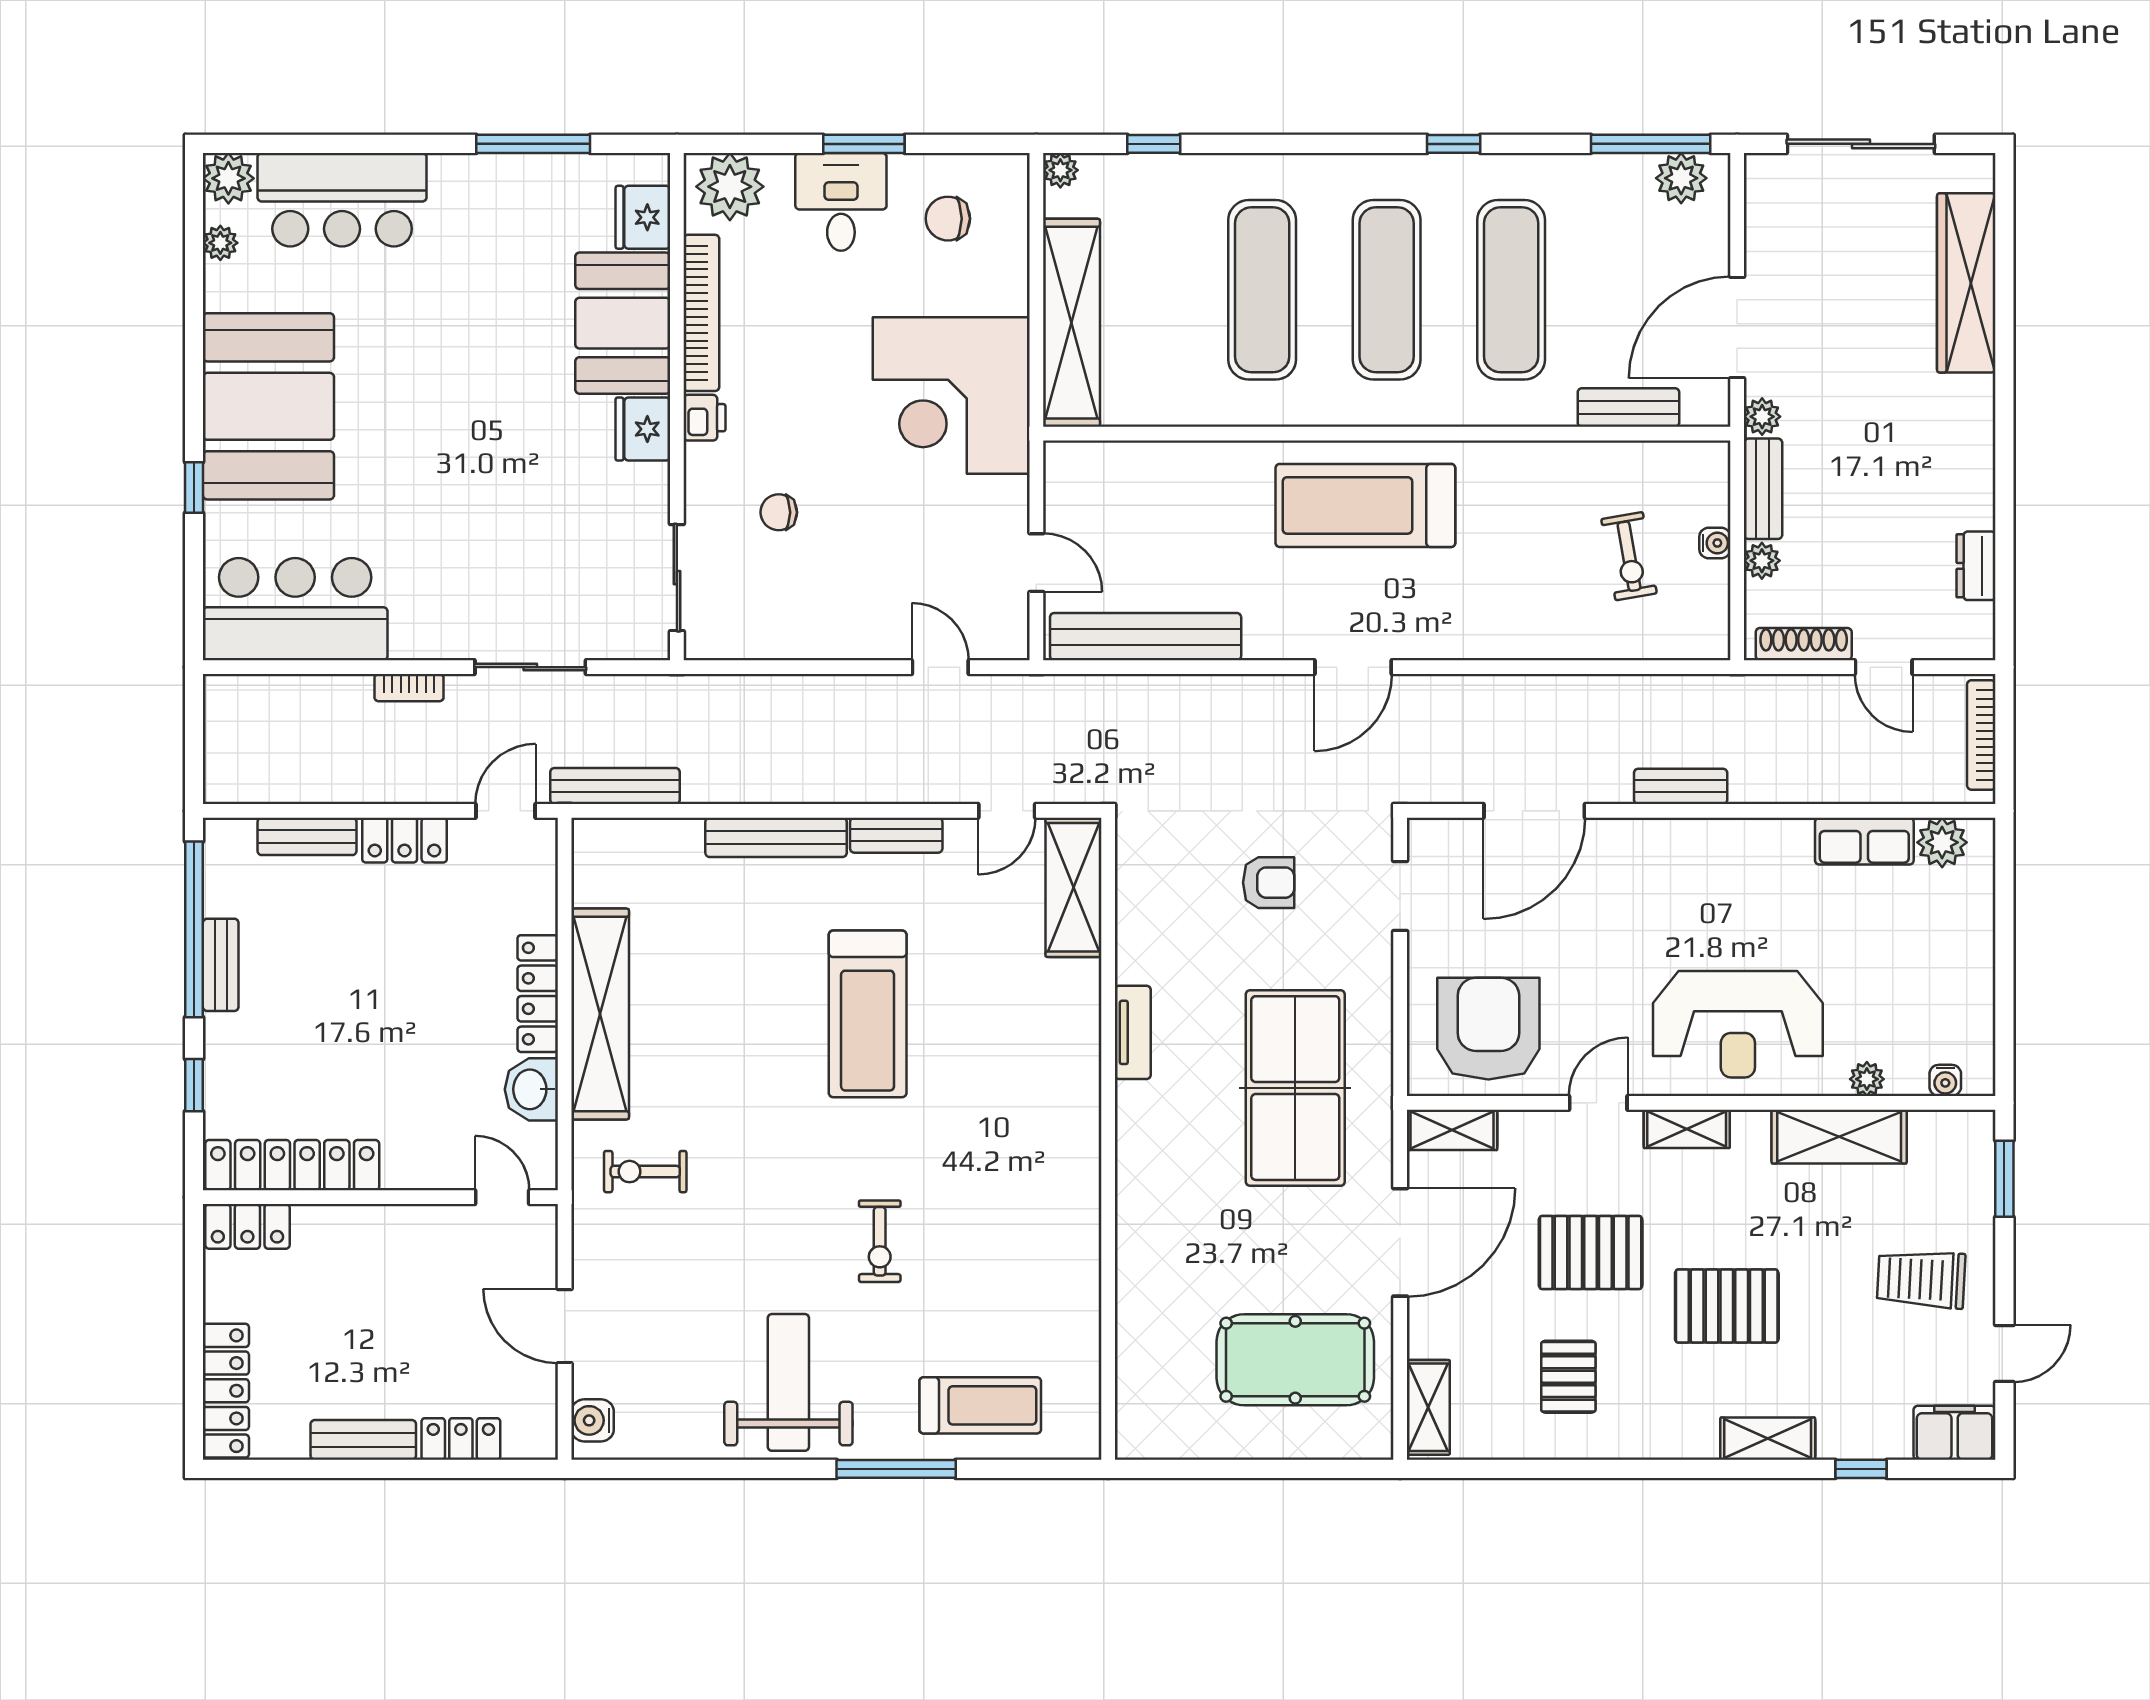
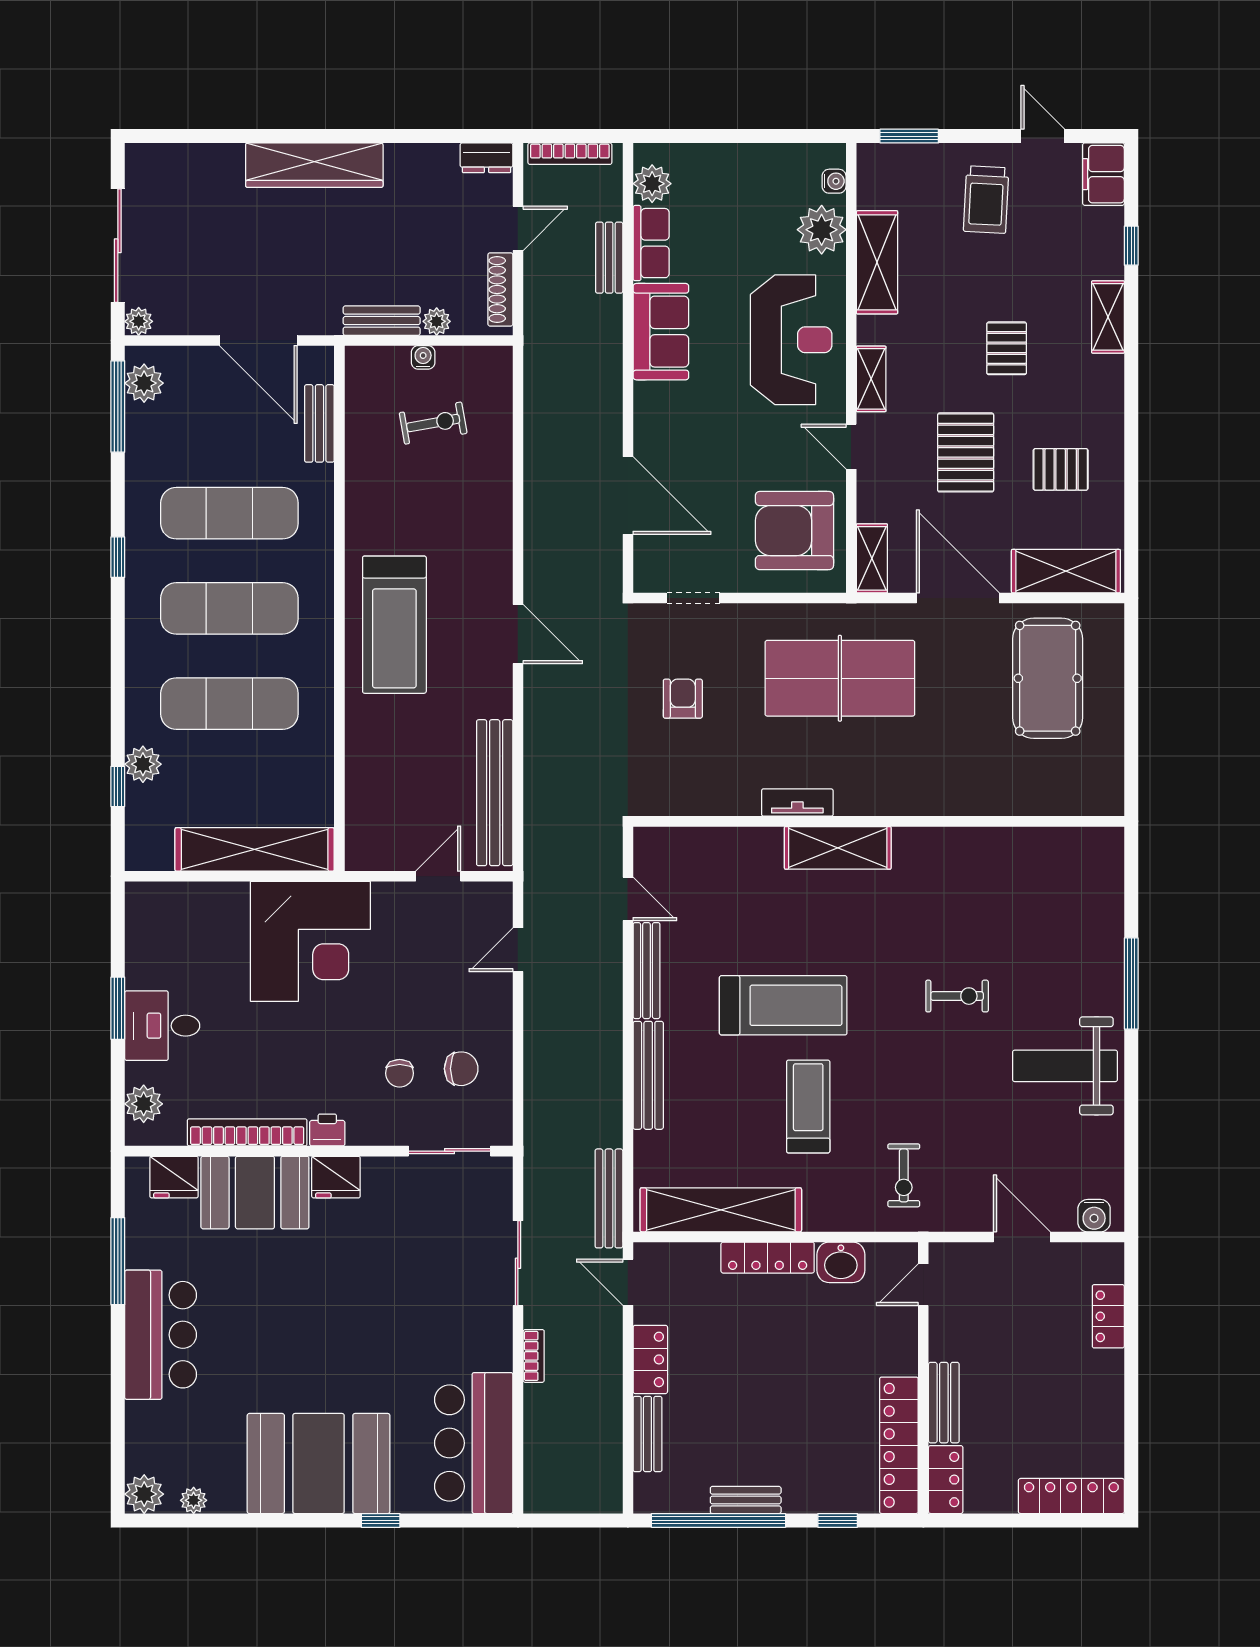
plant: (1060, 170) -> (143, 764), moved, width x1.38, depth x1.38
plant: (730, 187) -> (144, 1104), width x0.73, depth x0.73
bar counter: (342, 200) -> (161, 1335), moved
chair: (948, 219) -> (461, 1069), moved, turned -90
wardrobe: (1966, 283) -> (314, 165), moved
plant: (1762, 417) -> (139, 321), moved
dresser: (1976, 566) -> (487, 158), moved
bench: (1681, 786) -> (609, 258), moved
bench: (896, 835) -> (647, 971), width x1.36
sofa: (1749, 854) -> (661, 332), added
shelving: (1074, 887) -> (838, 848), moved
shelving: (600, 1014) -> (721, 1210), moved
plant: (1867, 1079) -> (822, 230), width x1.88, depth x1.88
pallet: (1727, 1306) -> (1007, 348), width x0.67, depth x0.71
door: (565, 1326) -> (1022, 1237), swing flipped
treadmill: (980, 1405) -> (808, 1106), moved
shelving: (1428, 1407) -> (1066, 571), width x1.50, depth x1.33
bench: (363, 1440) -> (944, 1403), moved

